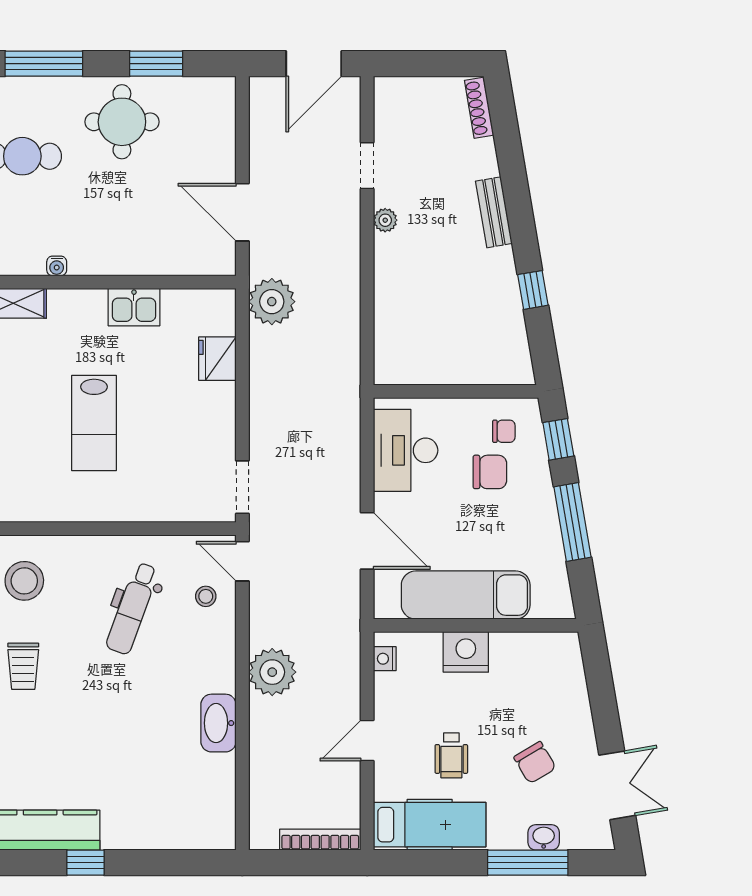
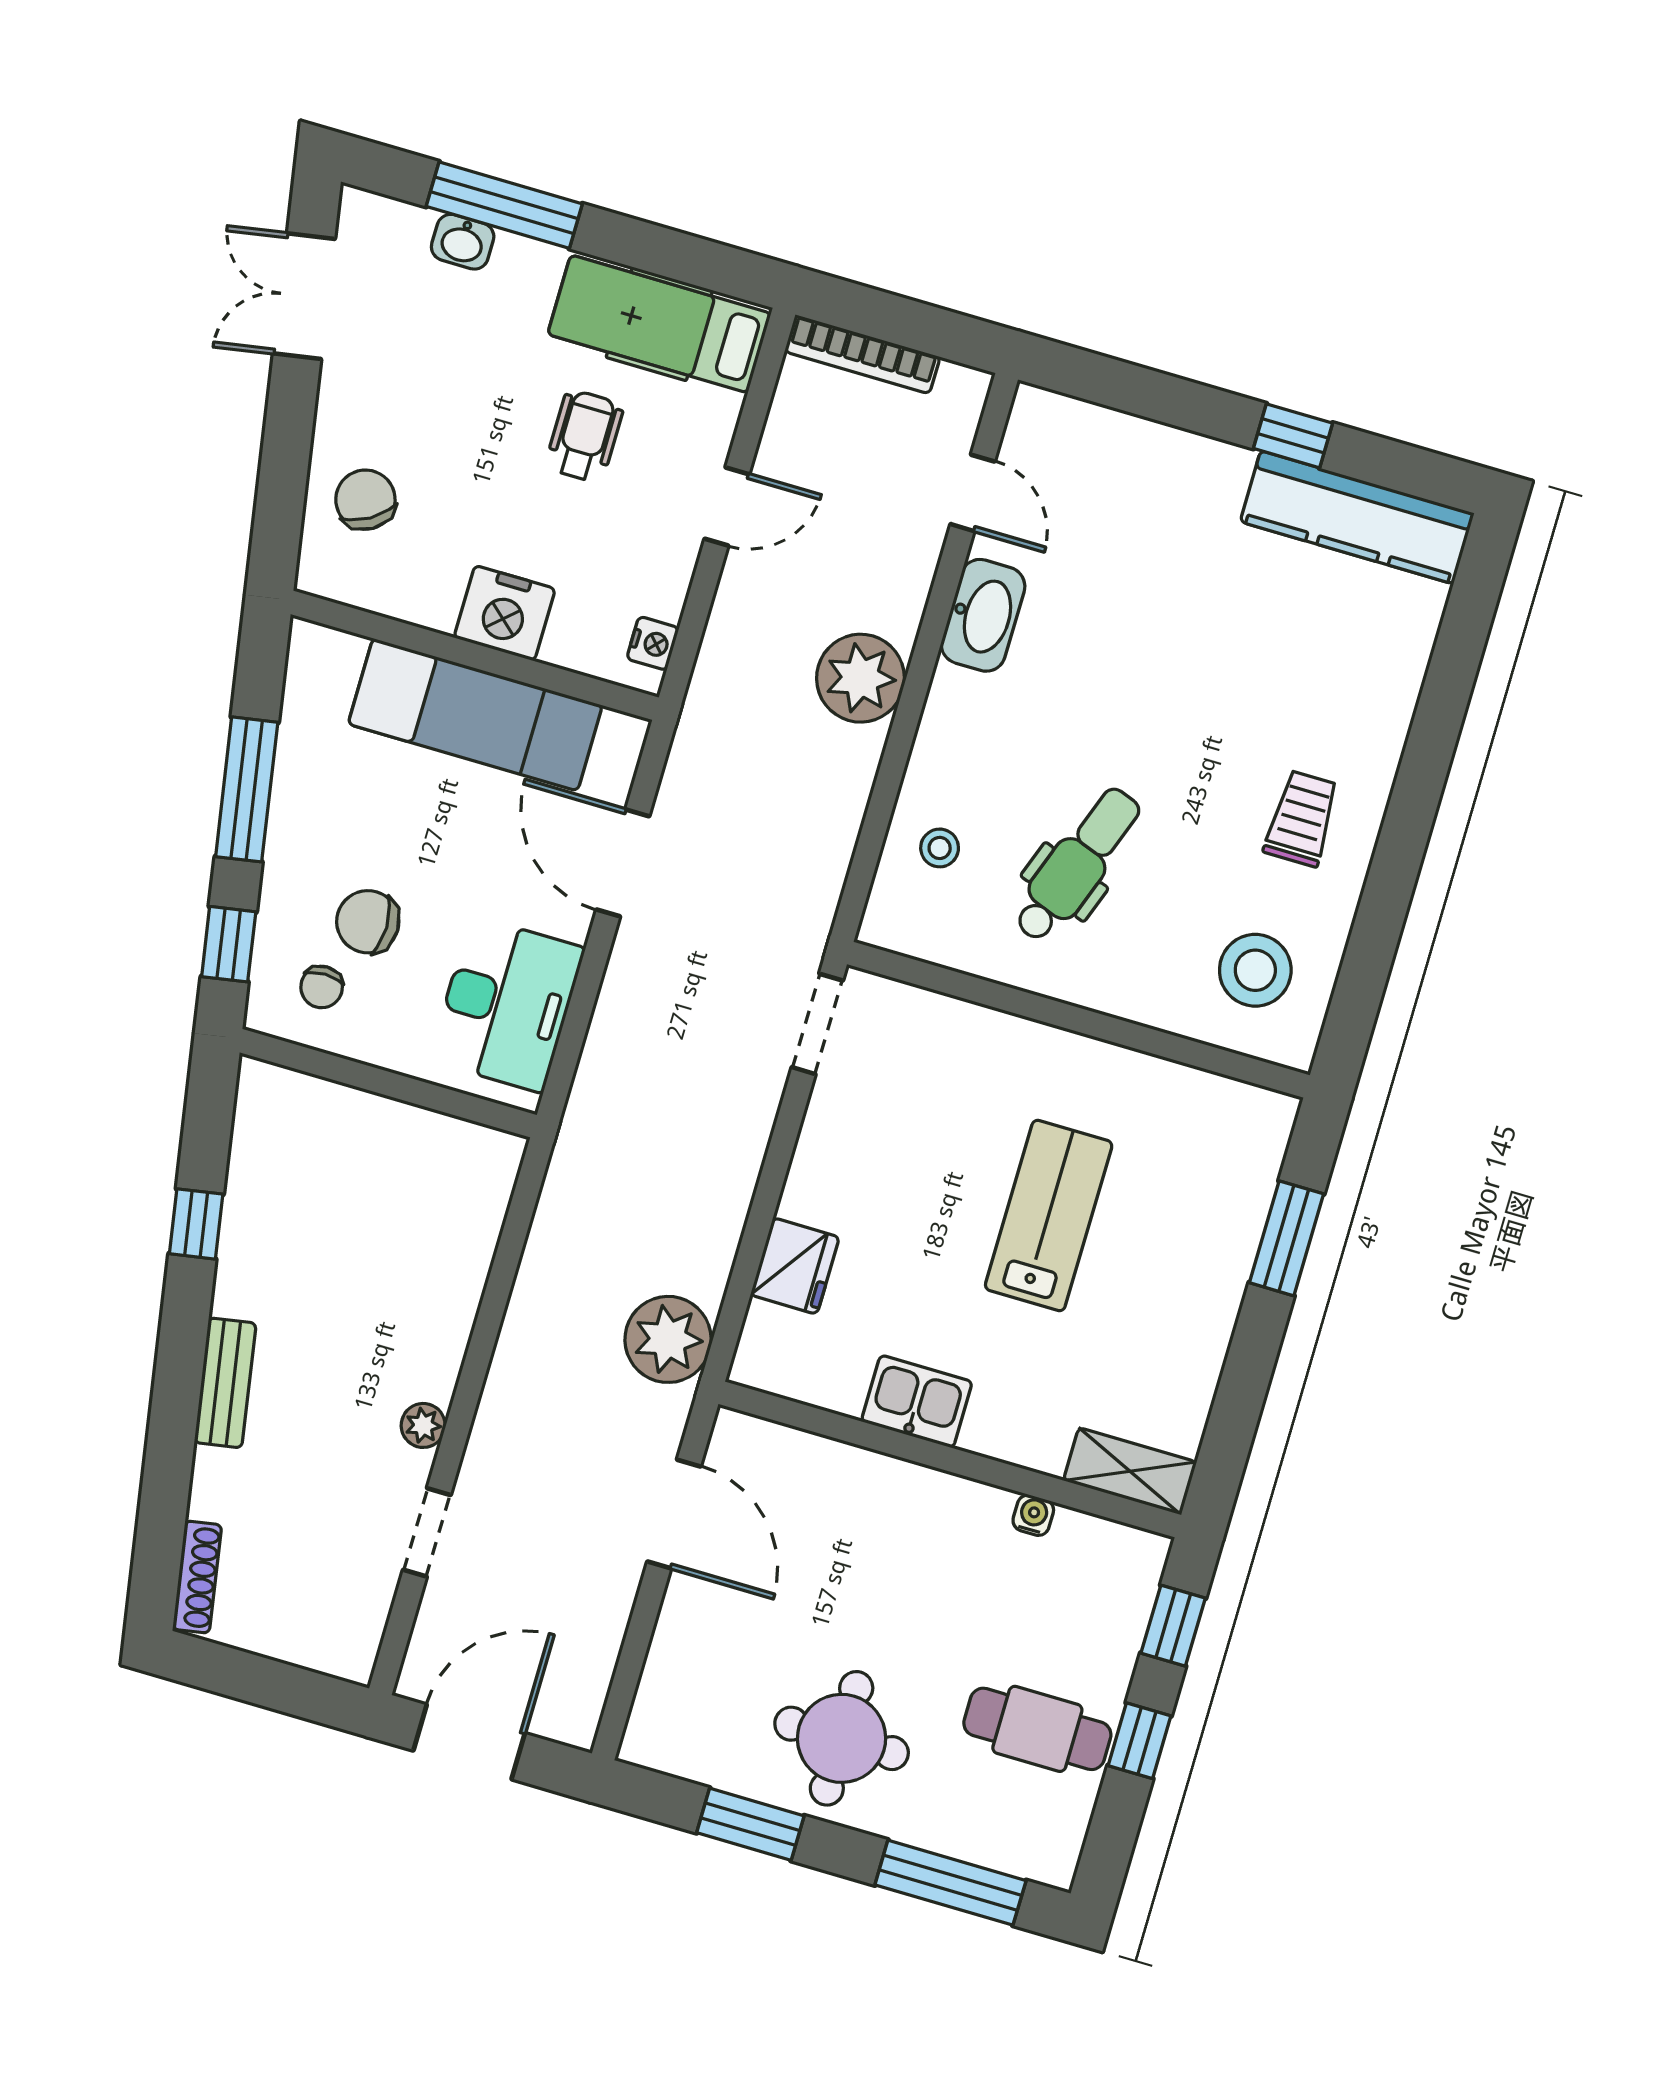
chair: (504, 431) -> (322, 987), turned -90
door: (242, 561) -> (973, 493), moved
chair: (535, 763) -> (365, 500), moved

